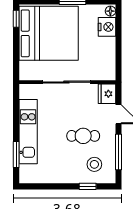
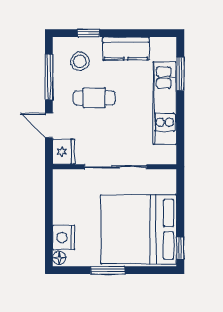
kitchen counter: (58, 174) -> (126, 48), added

